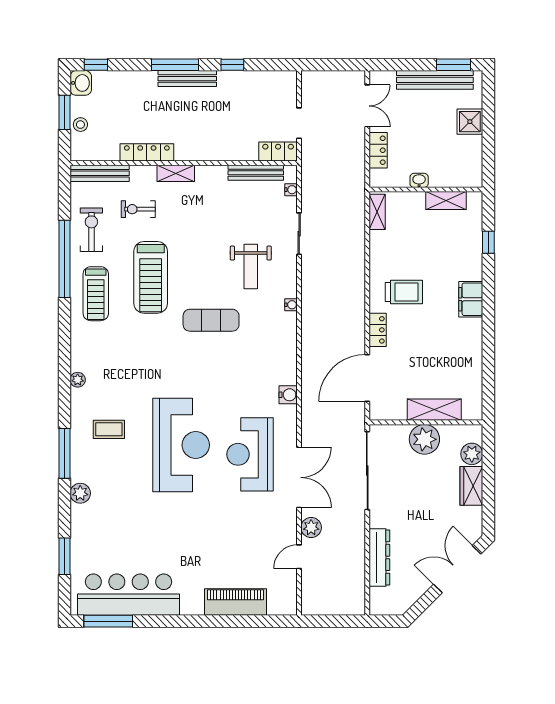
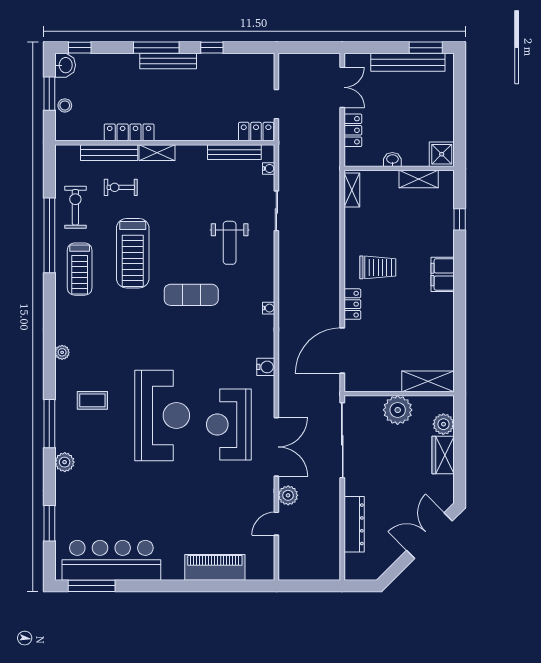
shower: (470, 122) -> (442, 154), moved
bench: (100, 173) -> (109, 153), moved
water cooler: (291, 305) -> (269, 308), moved
shelving: (434, 410) -> (428, 381), moved

